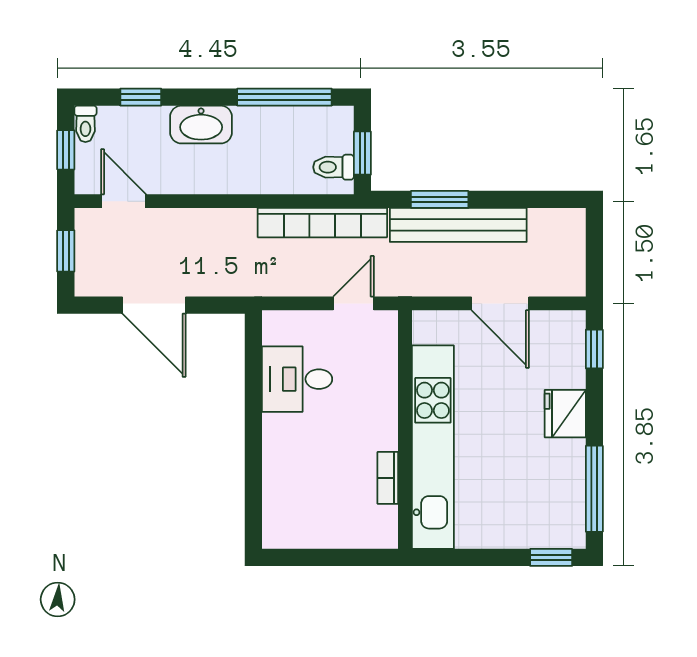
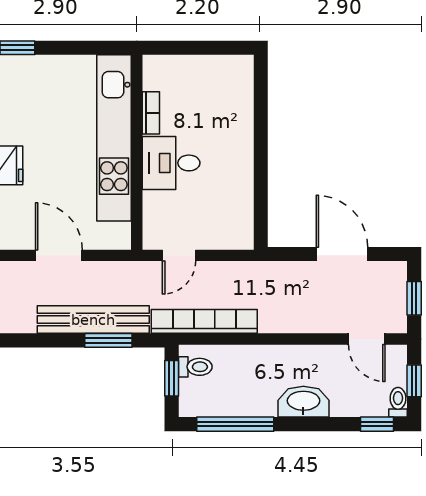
window: (141, 97) -> (377, 424), moved
desk: (297, 379) -> (171, 163), moved, turned 180

